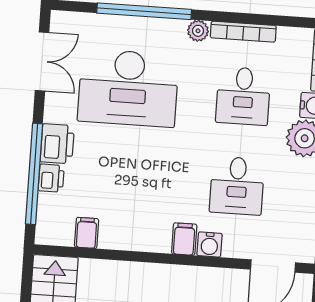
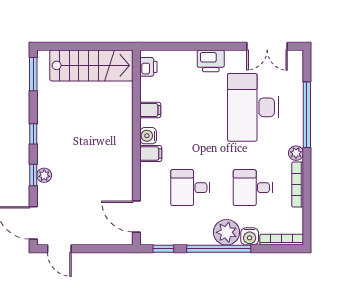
window: (34, 174) -> (189, 46), removed
printer: (51, 178) -> (148, 67), moved, turned -90
filing cabinet: (87, 233) -> (150, 110), moved
water cooler: (209, 244) -> (148, 136), moved

